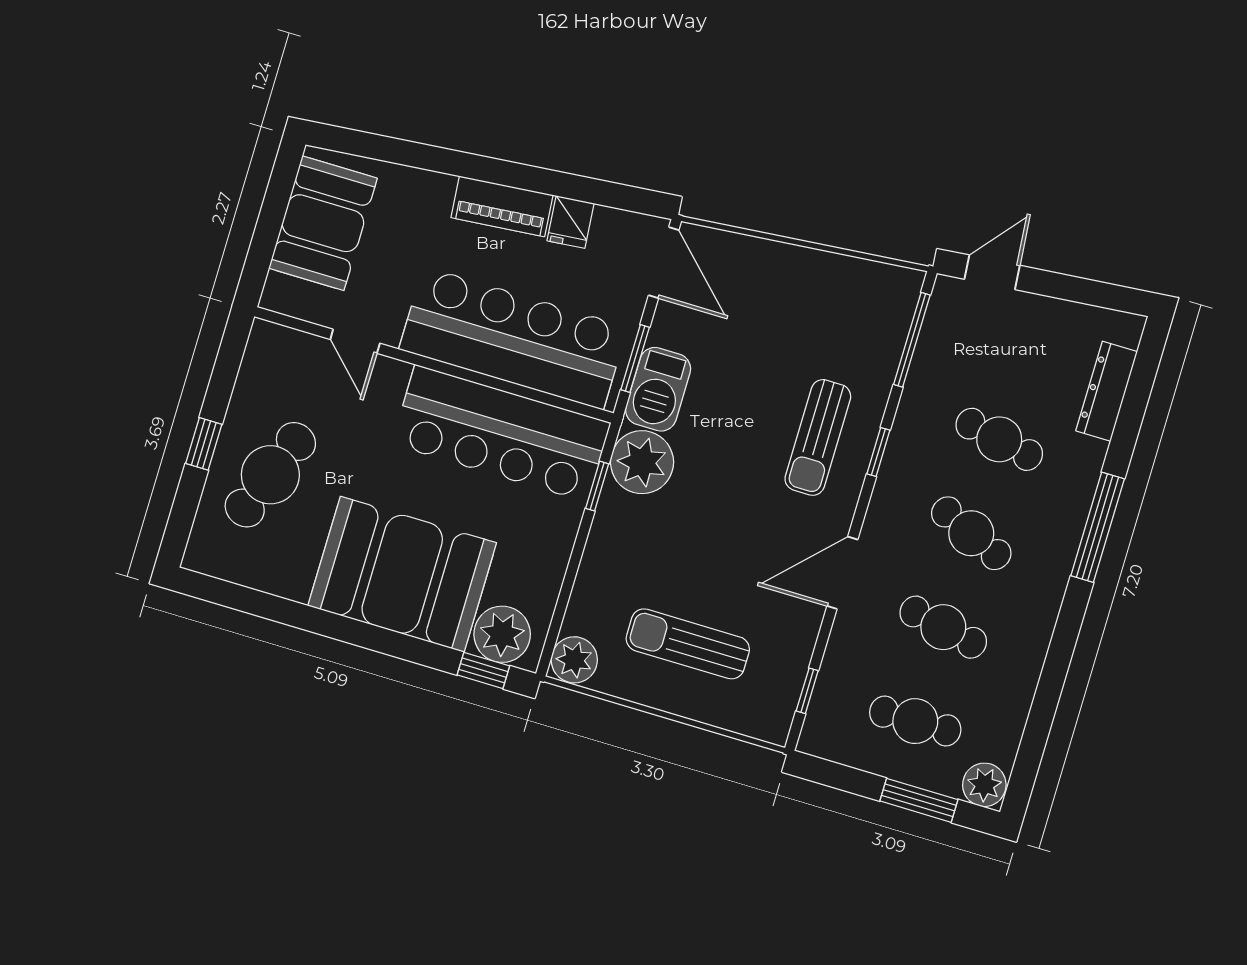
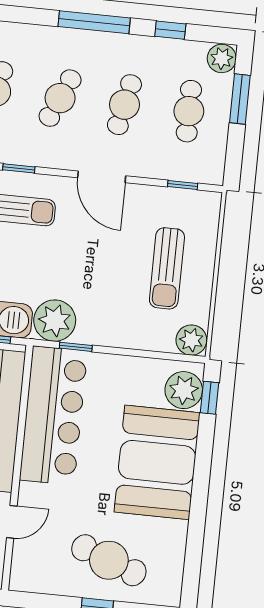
window: (1098, 527) -> (94, 22), moved
window: (1041, 716) -> (170, 30), added

